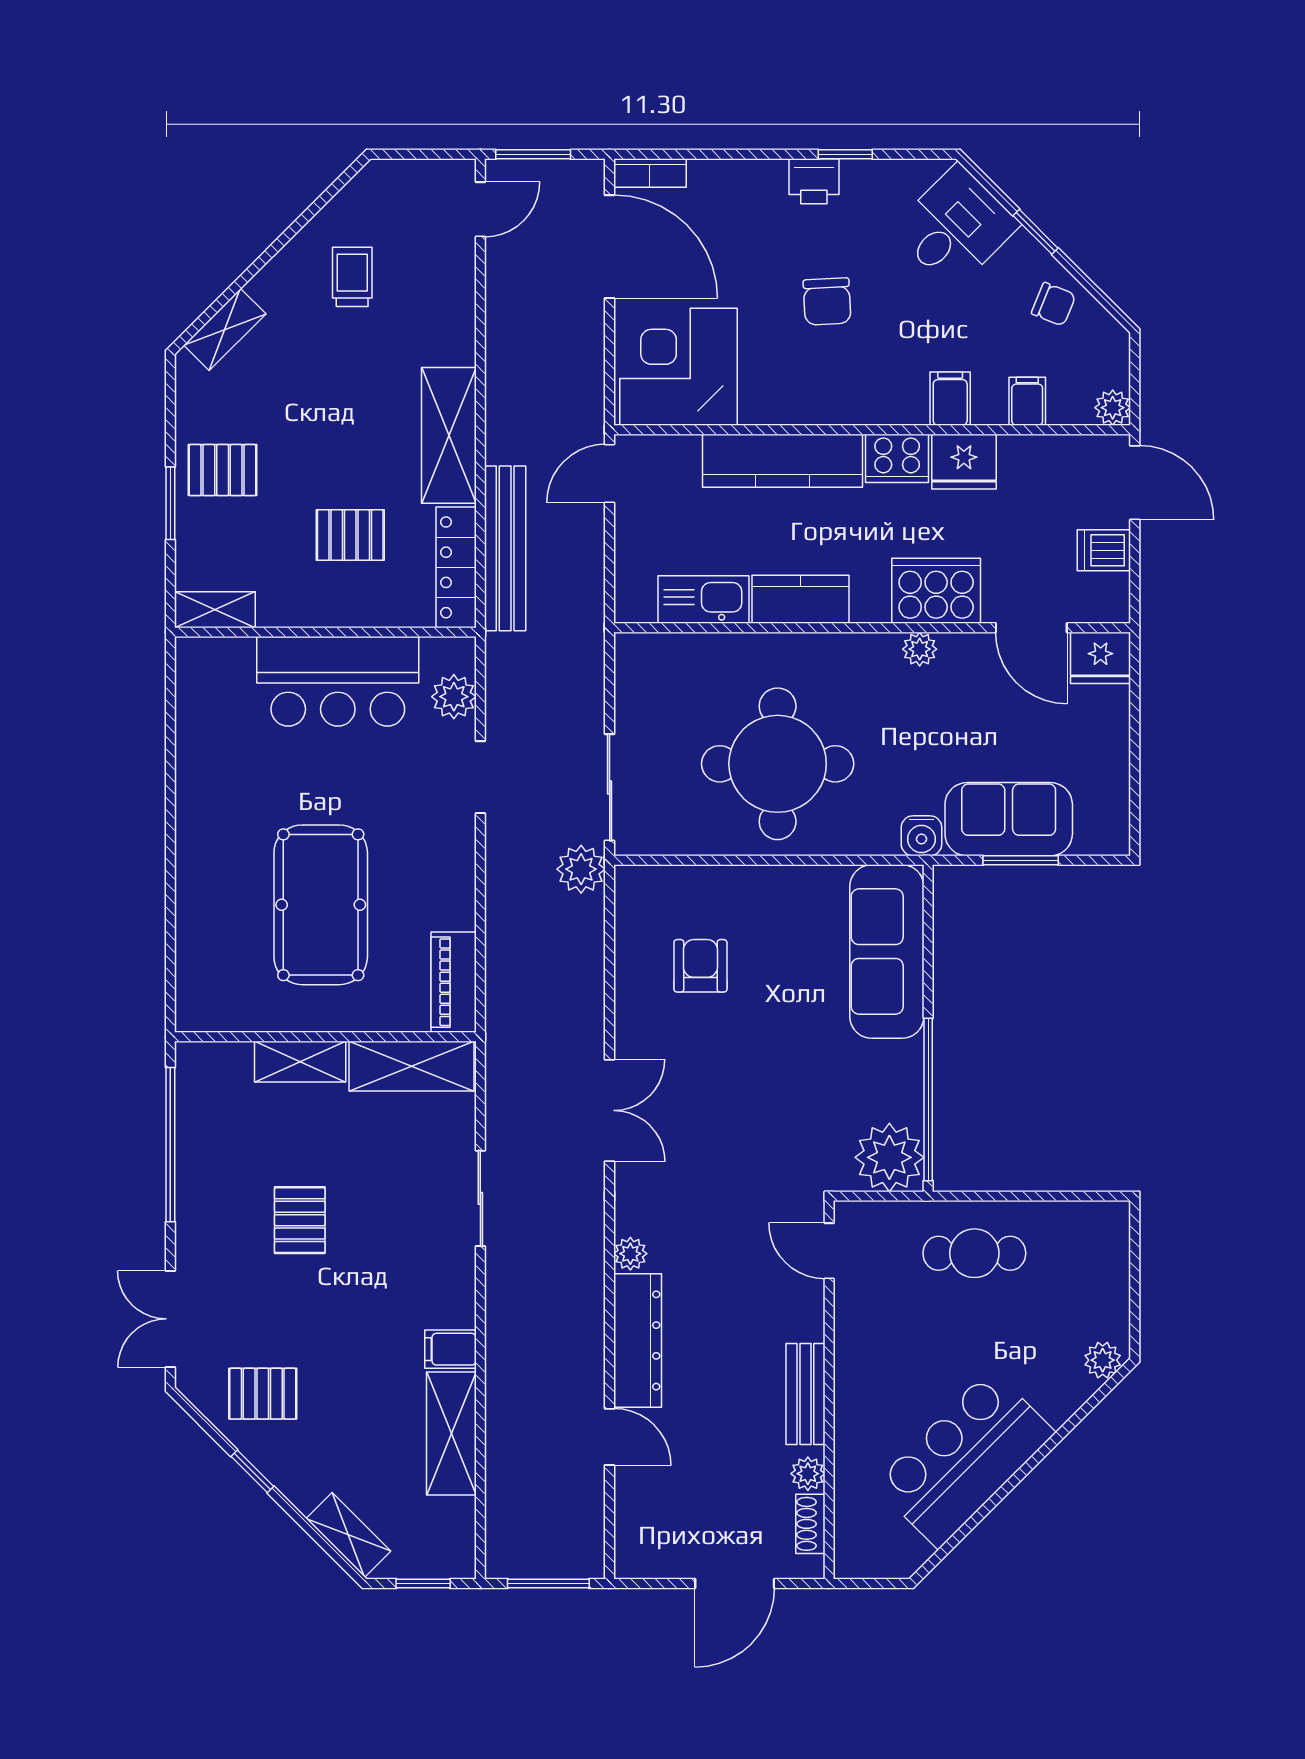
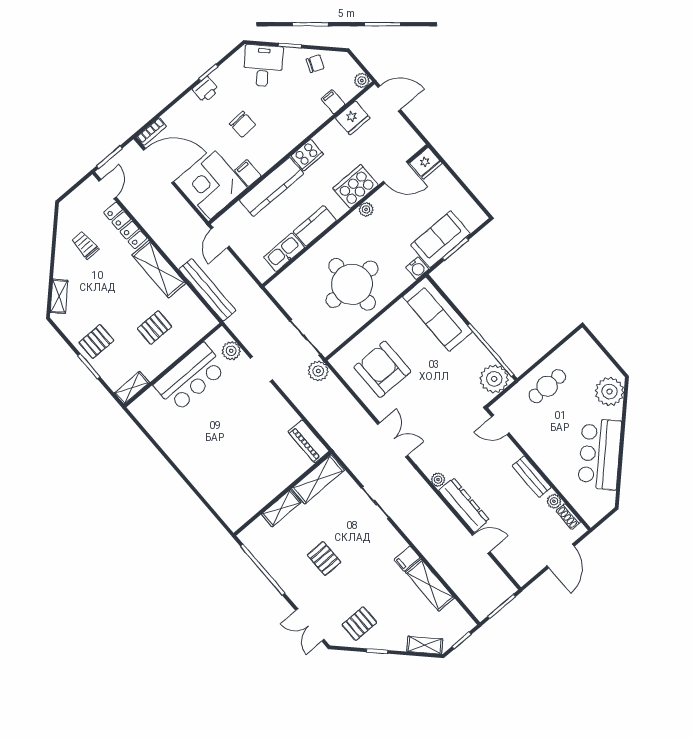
filing cabinet: (950, 399) -> (248, 173), moved
fridge: (964, 462) -> (353, 118), moved
dishwasher: (1104, 550) -> (398, 128), removed
locker: (456, 567) -> (125, 225), moved
pool table: (321, 905) -> (245, 453), removed
armchair: (700, 966) -> (382, 369), width x1.88, depth x1.88
plant: (1103, 1360) -> (610, 392), width x1.88, depth x1.88

